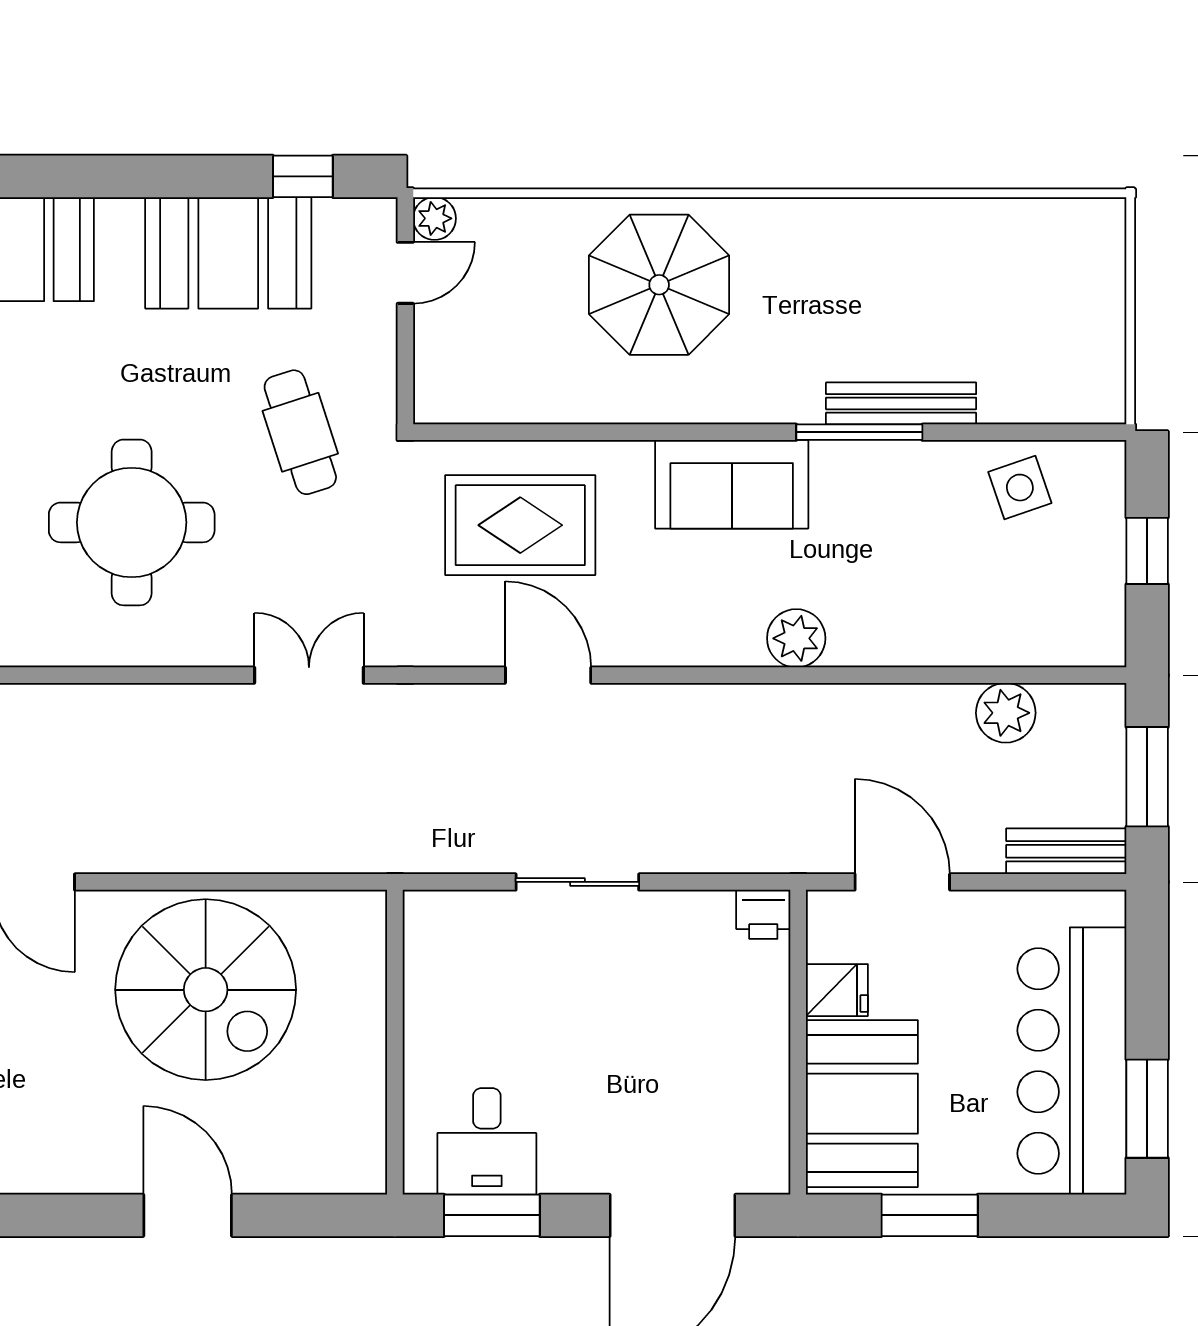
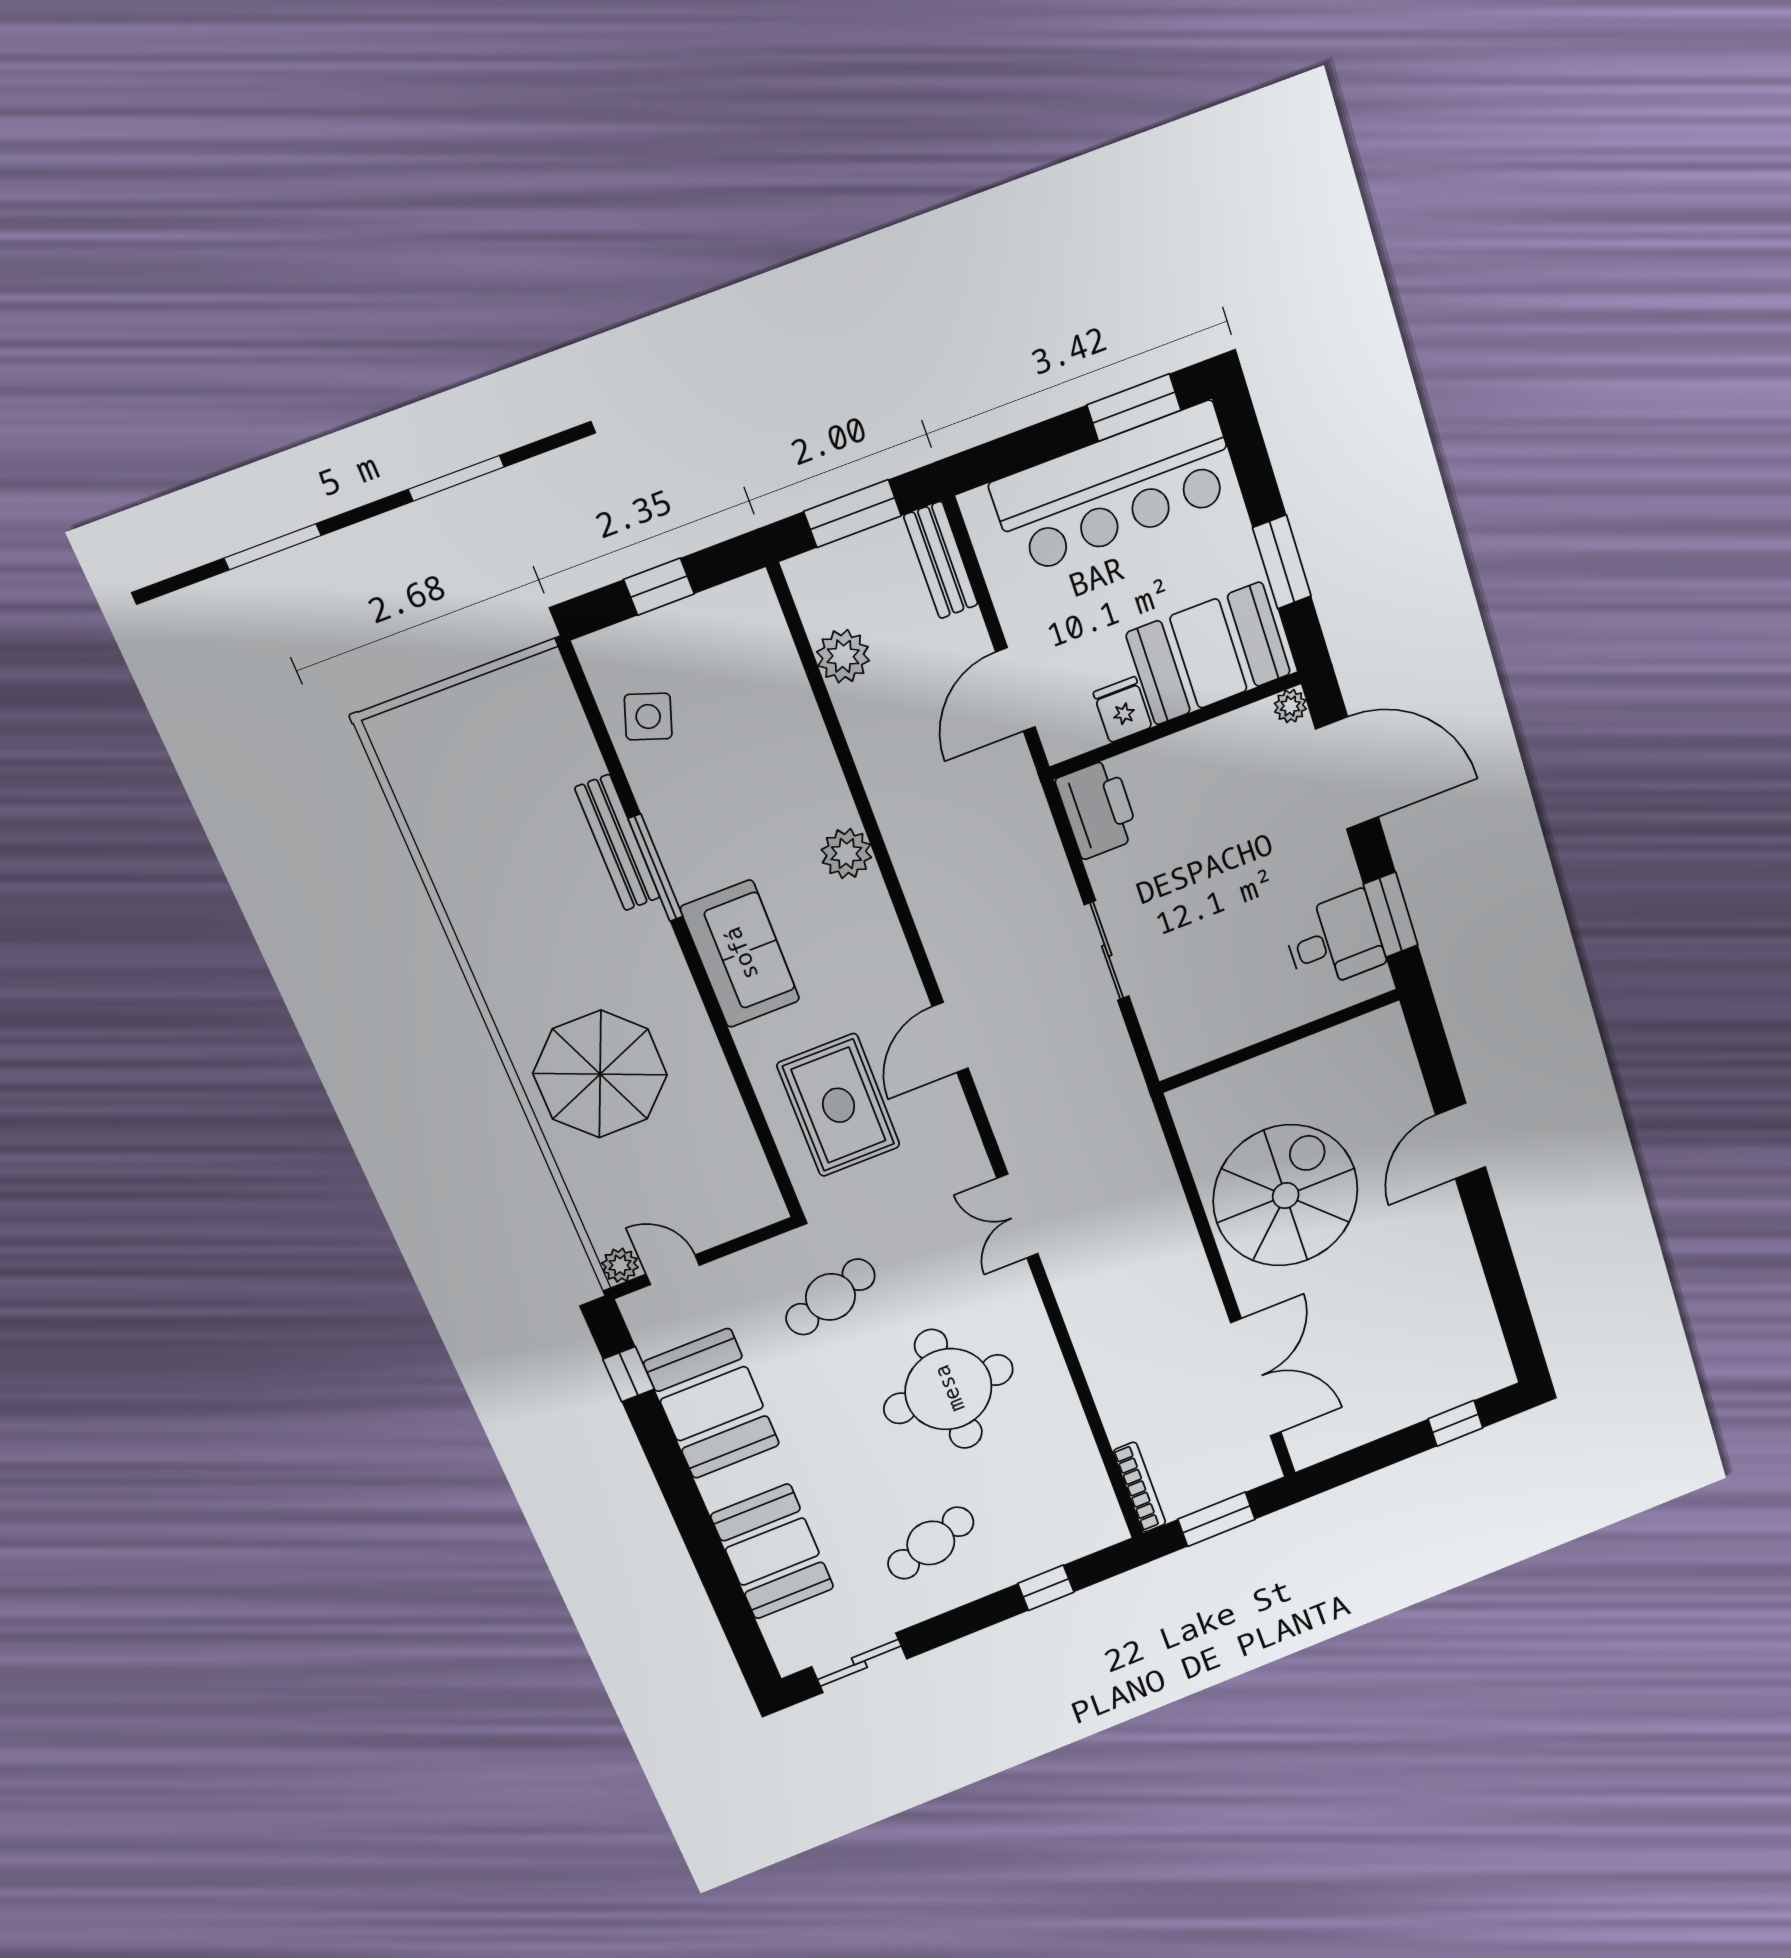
side table: (1020, 488) -> (648, 717), turned 38
printer: (763, 914) -> (1098, 809), width x1.87, depth x1.48
plant: (771, 1175) -> (1290, 706), added

